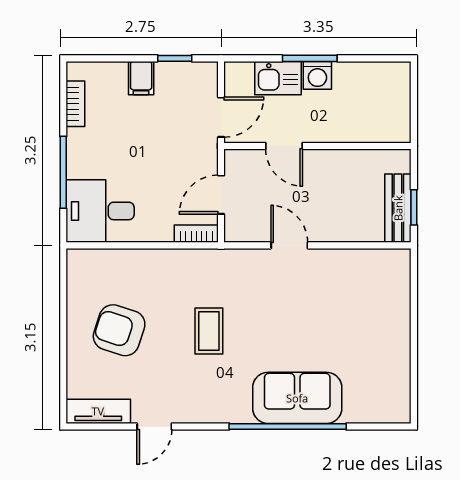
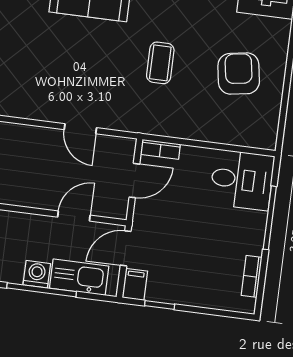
window: (310, 58) -> (42, 290), width x1.44
filing cabinet: (141, 78) -> (135, 284), moved
kitchen sink: (278, 78) -> (79, 277), width x1.38
door: (284, 146) -> (74, 216), hinge flipped
armchair: (119, 330) -> (239, 74), turned -117

